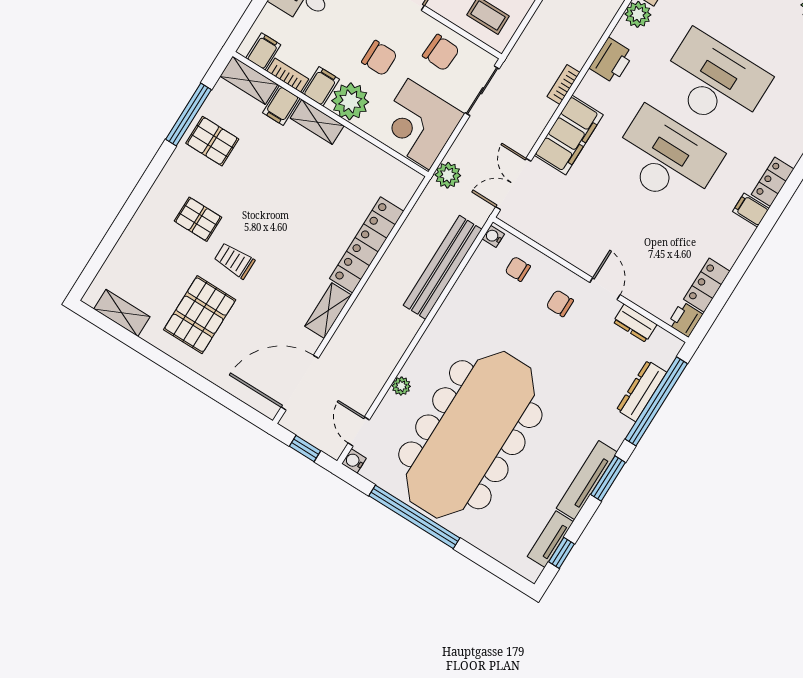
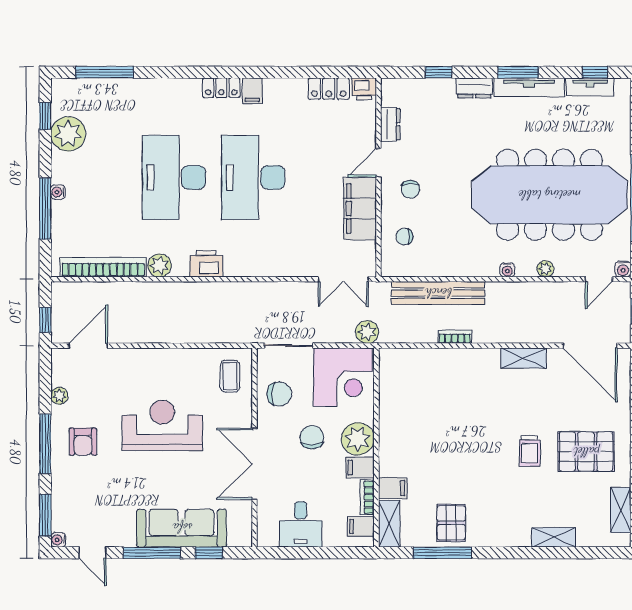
chair: (441, 53) -> (279, 394), turned 89
bookcase: (563, 85) -> (455, 337), moved, turned 180
shelving: (317, 122) -> (554, 537), moved, turned 90
filing cabinet: (569, 135) -> (360, 209), moved, turned -90
pallet: (198, 219) -> (516, 497), removed
water cooler: (493, 236) -> (507, 270), moved
locker: (367, 245) -> (457, 360), removed
chair: (518, 269) -> (404, 237), turned 90
dresser: (642, 391) -> (474, 88), moved, width x0.70
window: (656, 401) -> (438, 72), width x0.32

